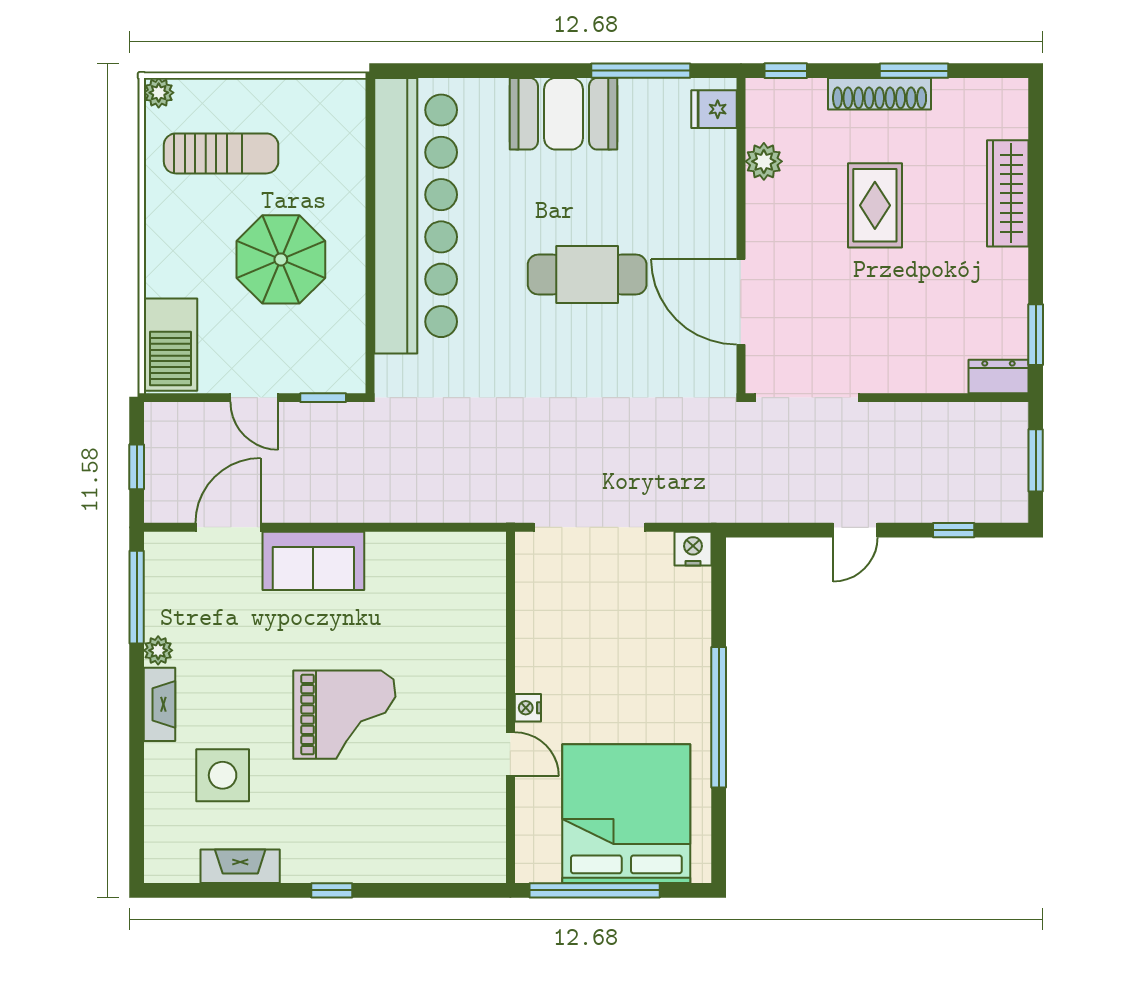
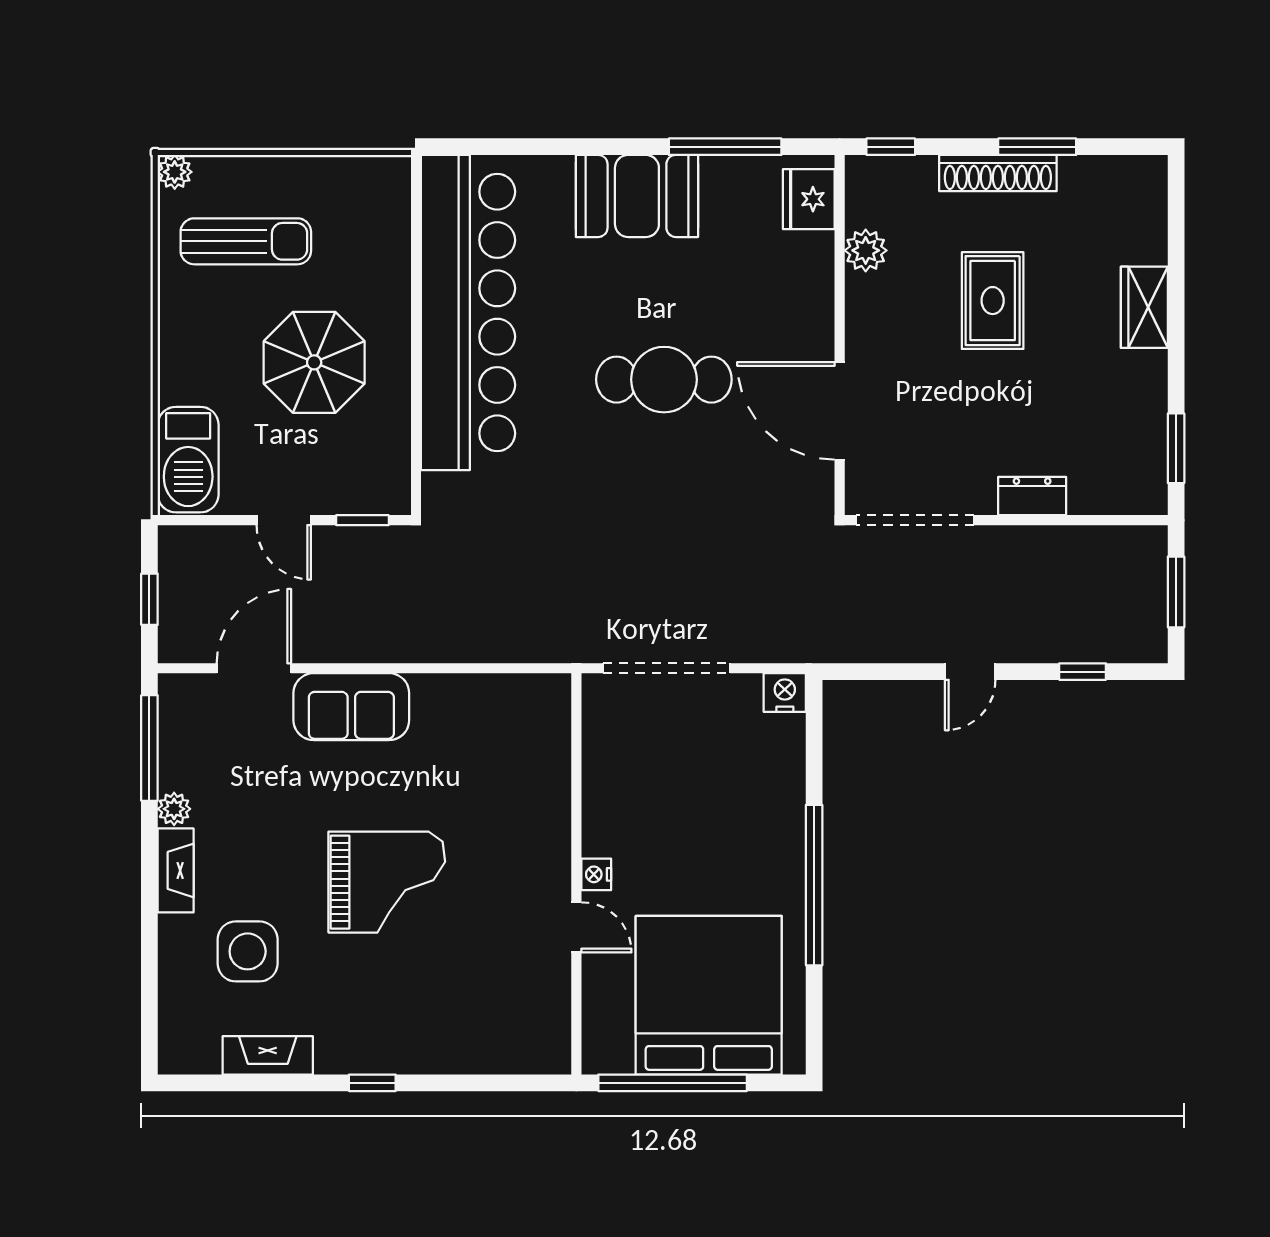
fridge: (714, 109) -> (809, 199), width x1.38
wardrobe: (1008, 193) -> (1144, 307), width x0.67
dresser: (999, 377) -> (1032, 496), moved

